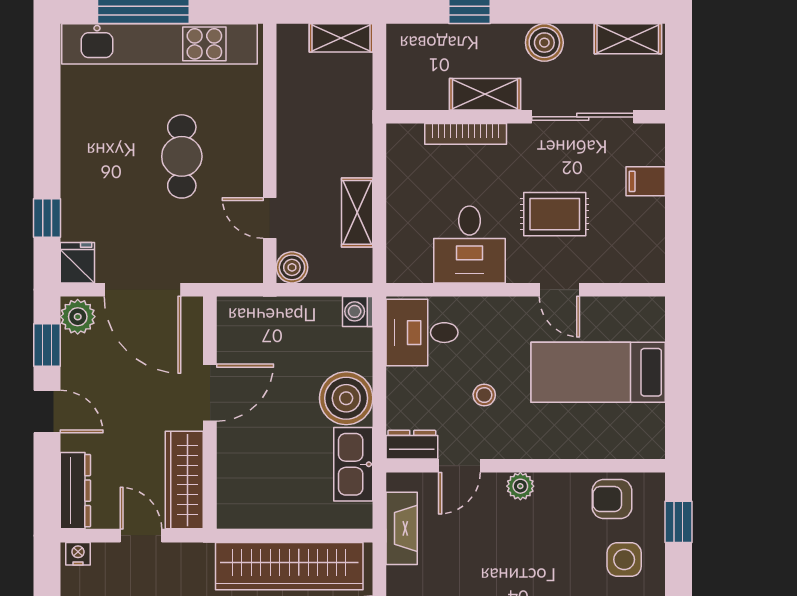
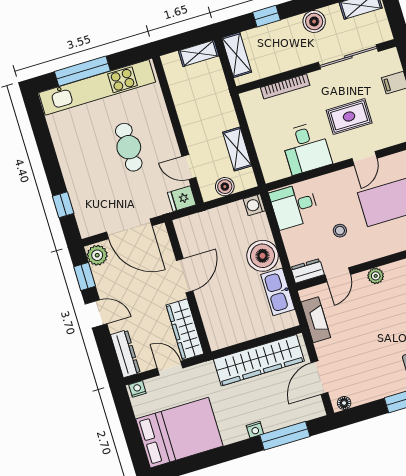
shelving: (485, 94) -> (237, 55), moved, turned 90
fridge: (77, 263) -> (182, 199), moved, turned -90
boiler: (292, 267) -> (225, 187), moved
door: (559, 290) -> (364, 158), hinge flipped

